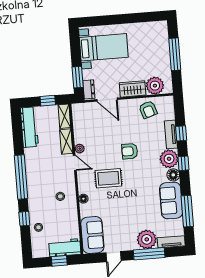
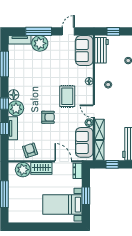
window: (78, 77) -> (86, 196), moved
rug: (108, 178) -> (67, 96), turned 90
sofa: (171, 200) -> (84, 142), moved, turned 180
workbench: (65, 248) -> (102, 50), moved, turned -90

